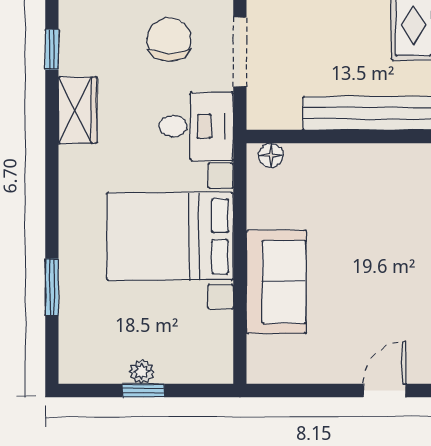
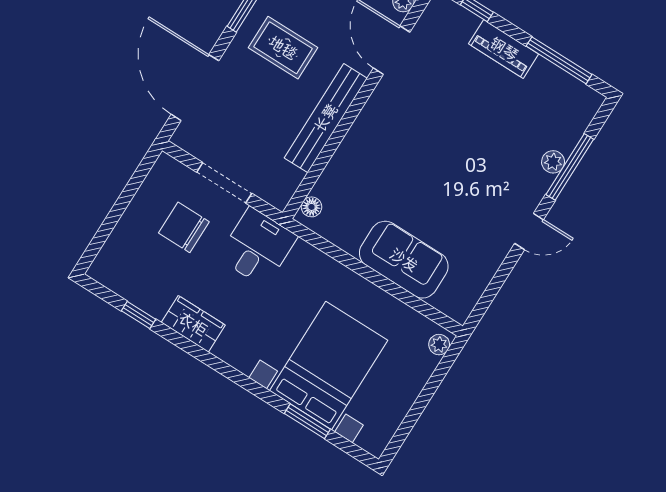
bed with nightstands: (170, 236) -> (329, 366), moved, turned 180
plant: (142, 372) -> (439, 345), moved
window: (143, 390) -> (421, 402), removed
door: (384, 390) -> (529, 232), swing flipped

